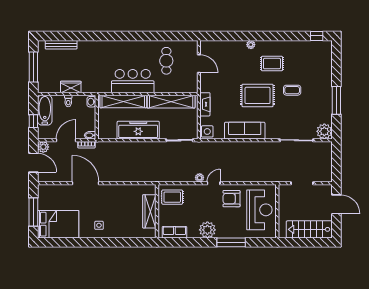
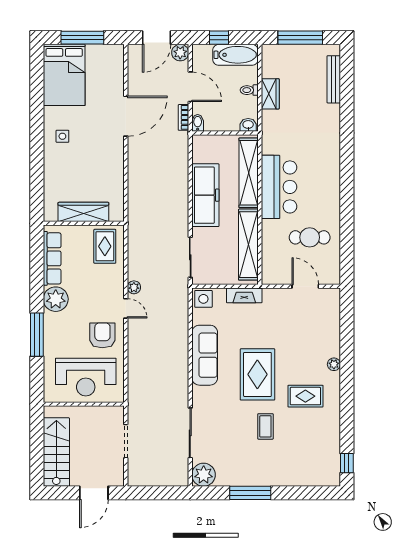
door: (199, 64) -> (305, 286), swing flipped
rug: (272, 64) -> (305, 396), turned 90
row of seats: (174, 232) -> (52, 258), width x1.48

